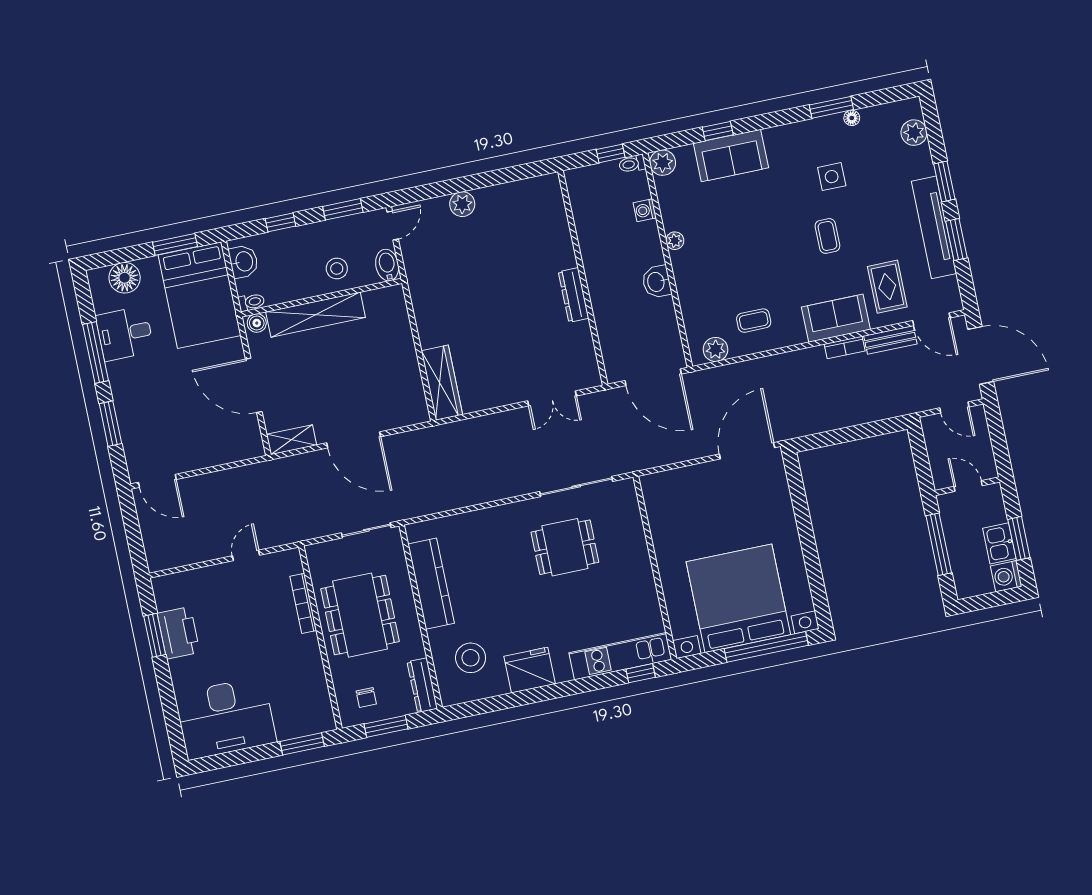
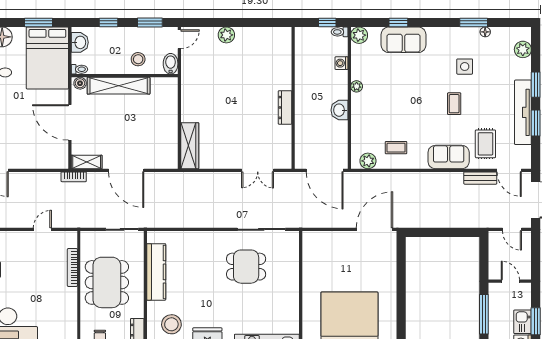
bookcase: (845, 347) -> (74, 177), moved

